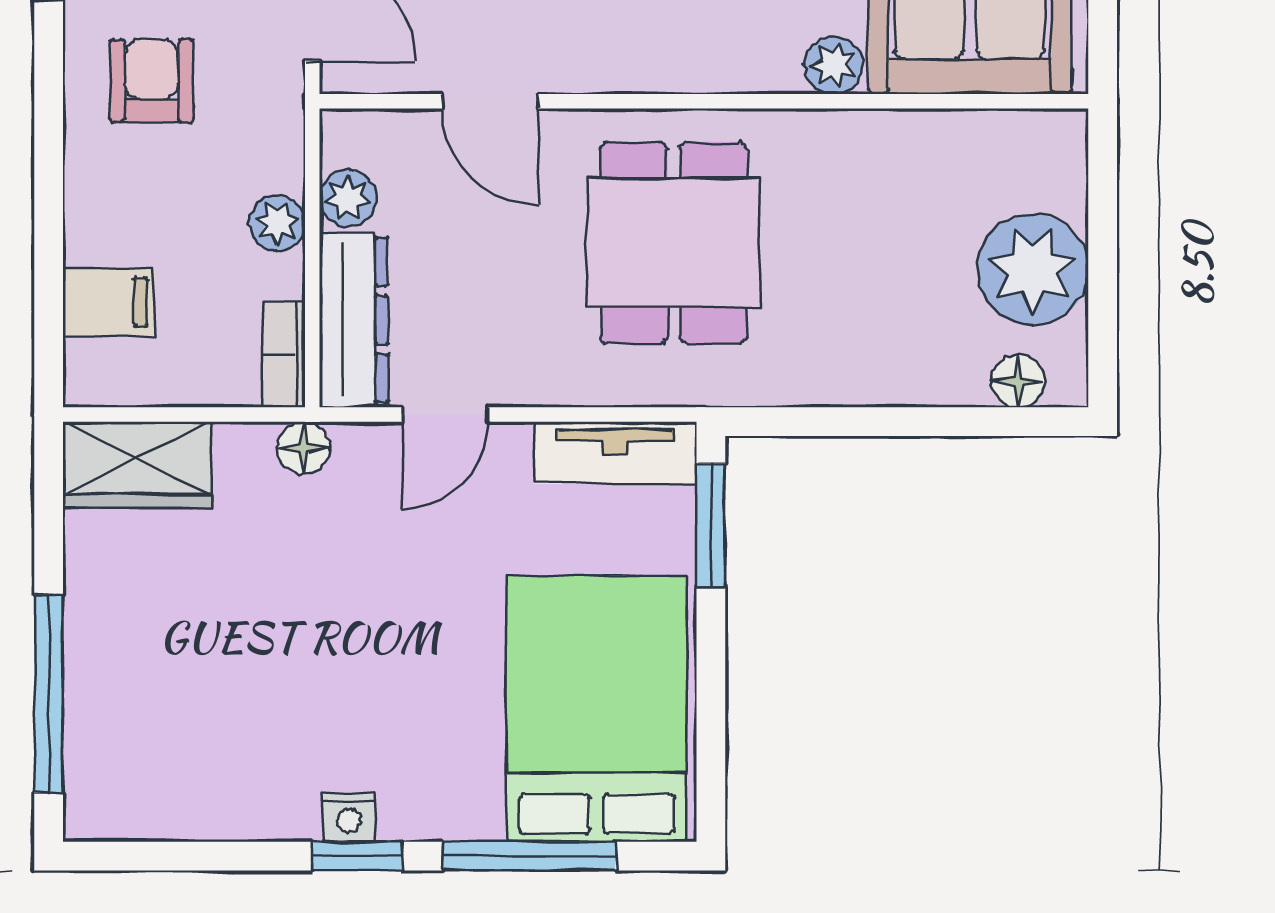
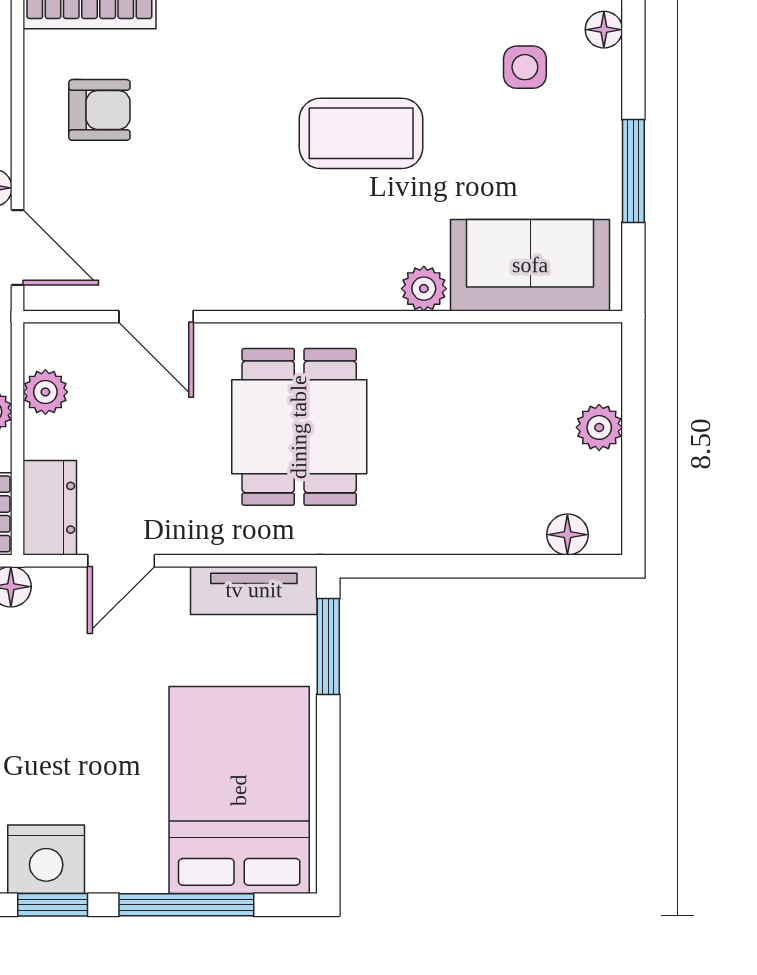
plant: (1033, 269) -> (599, 427), width x0.53, depth x0.53
dresser: (354, 320) -> (50, 508), width x0.70
nightstand: (349, 817) -> (46, 859), width x1.89, depth x1.79

